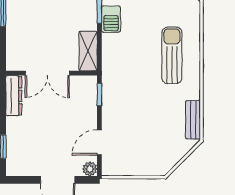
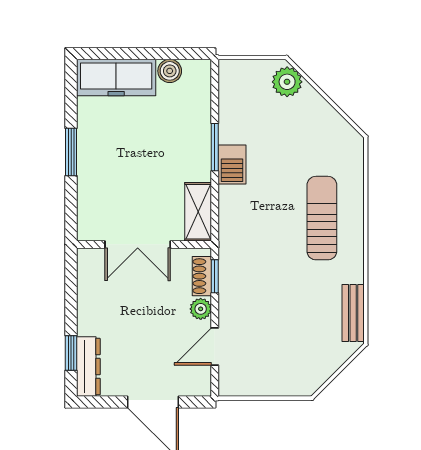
shoe rack: (91, 95) -> (202, 276), added
dresser: (14, 96) -> (88, 367), moved
plant: (90, 169) -> (201, 309), moved

